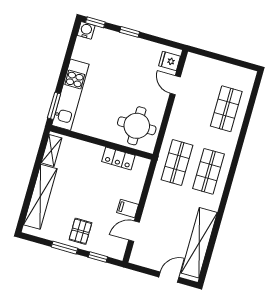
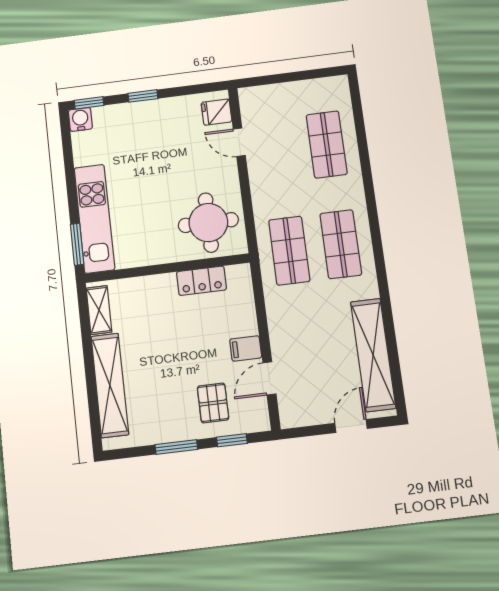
pallet: (80, 231) -> (213, 403), moved

